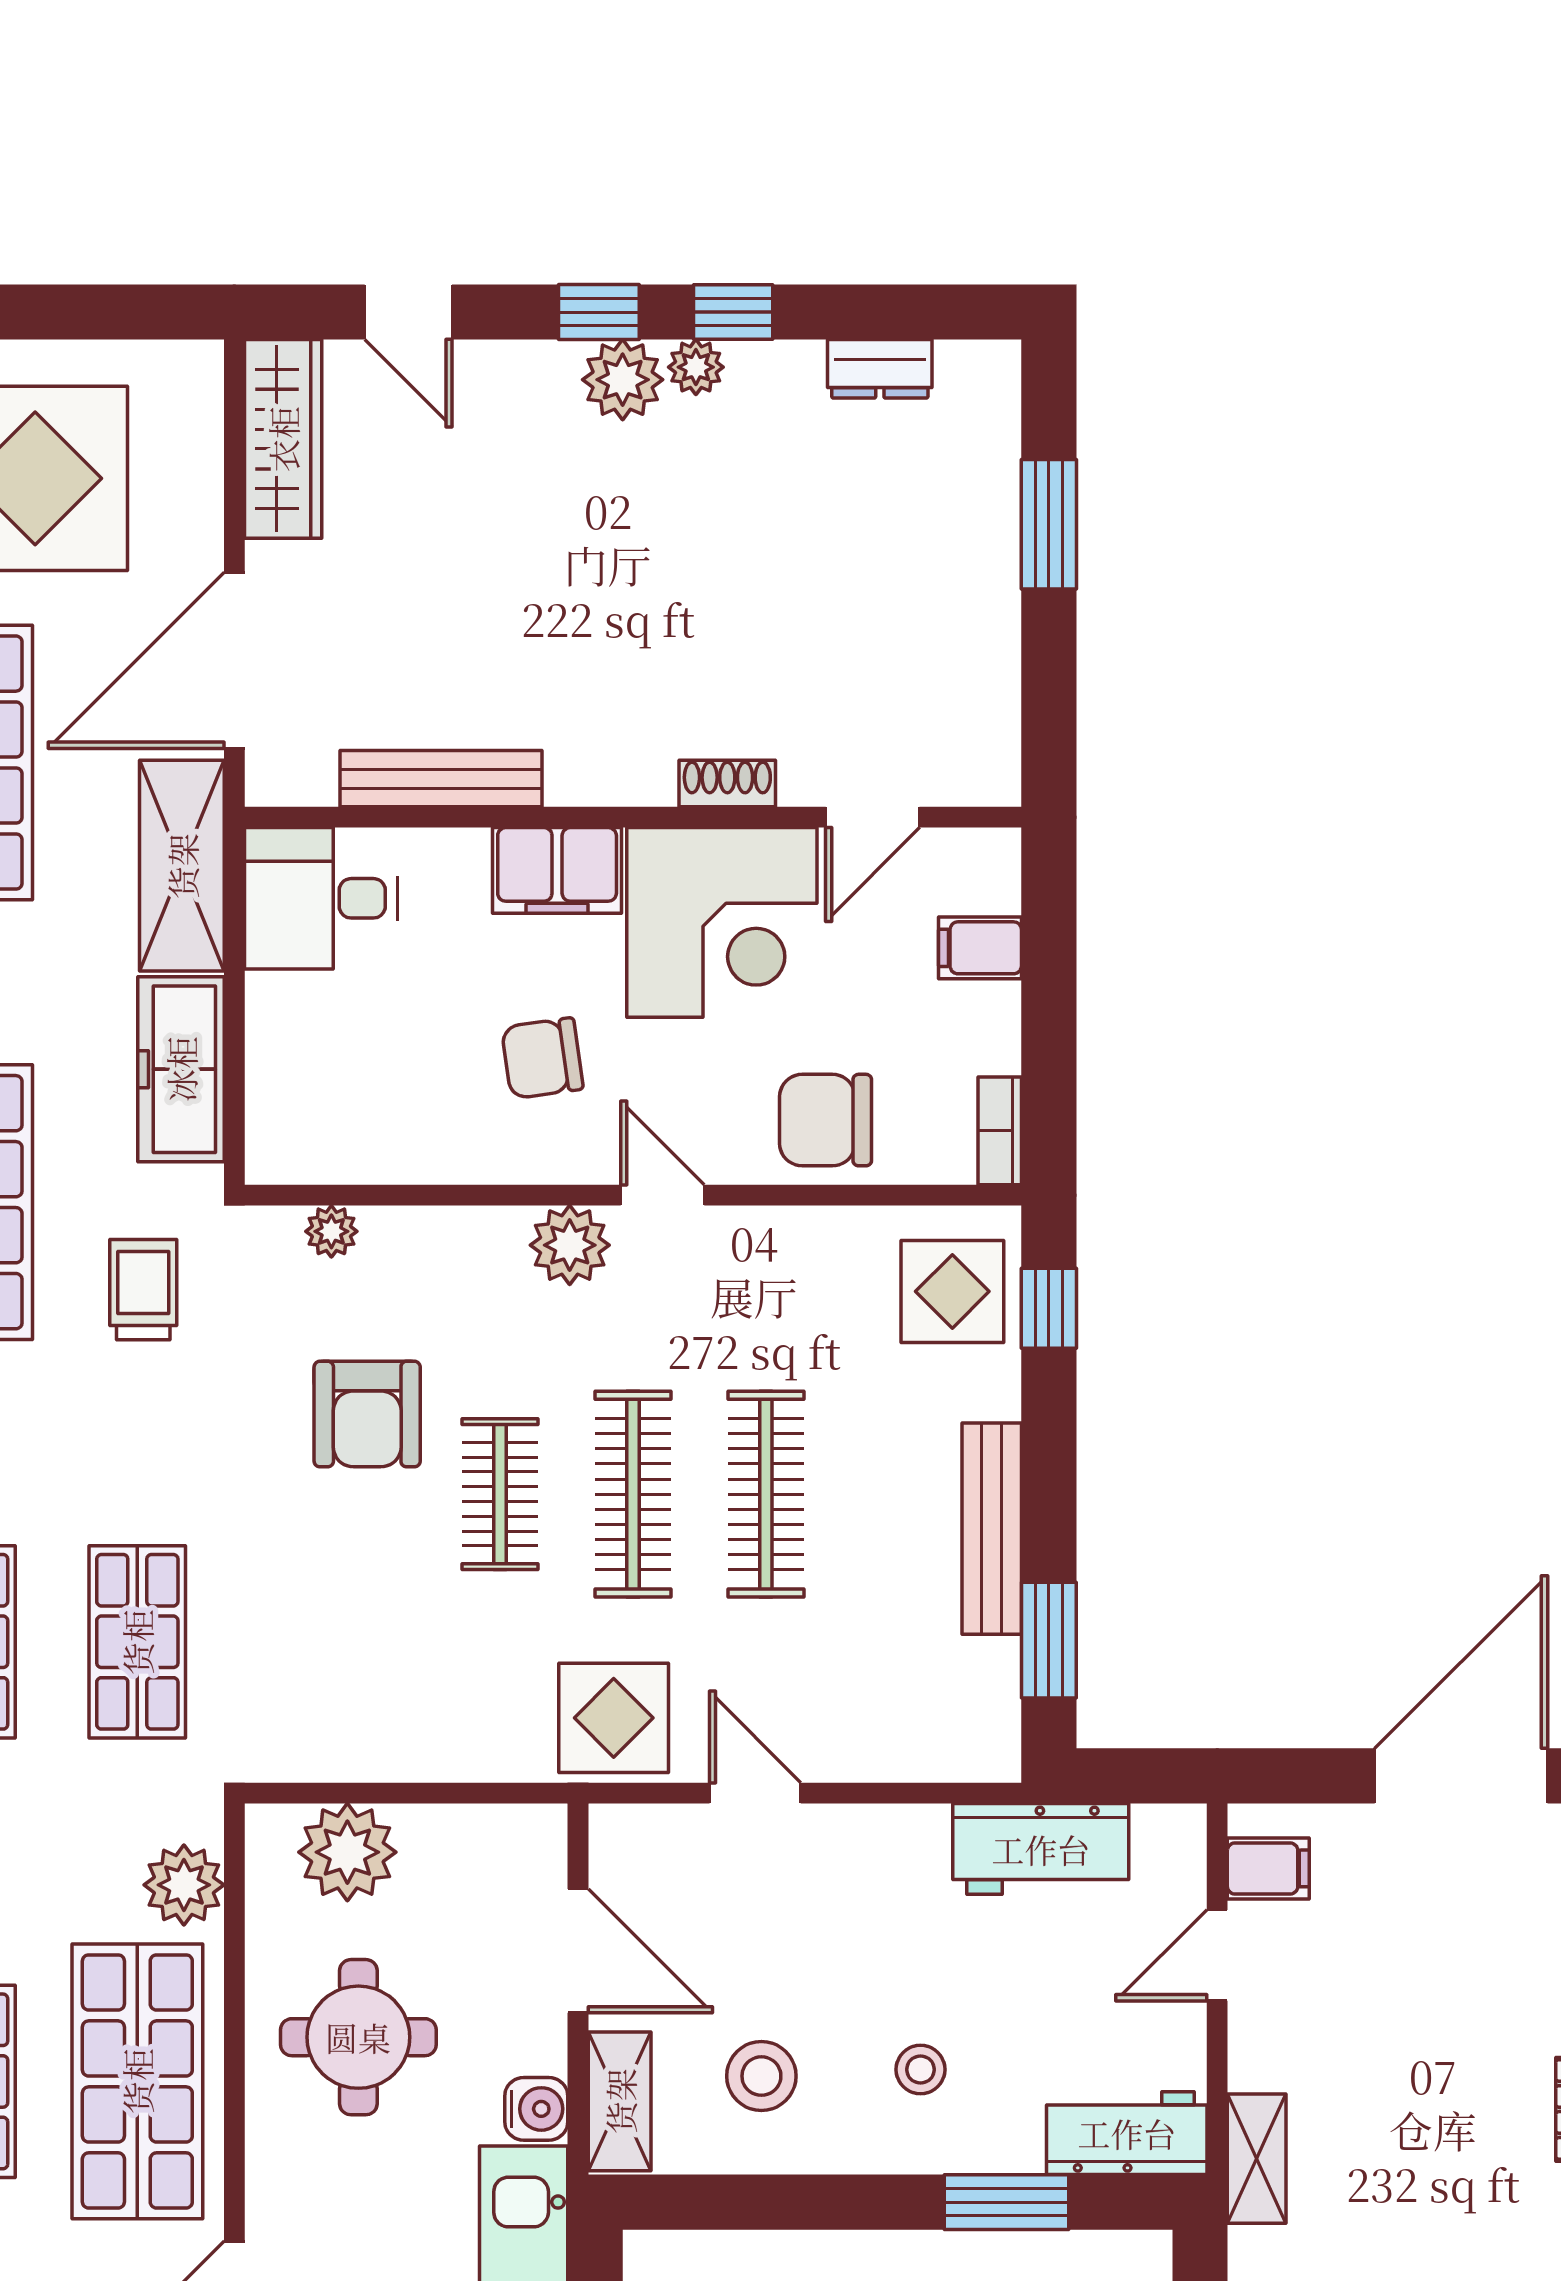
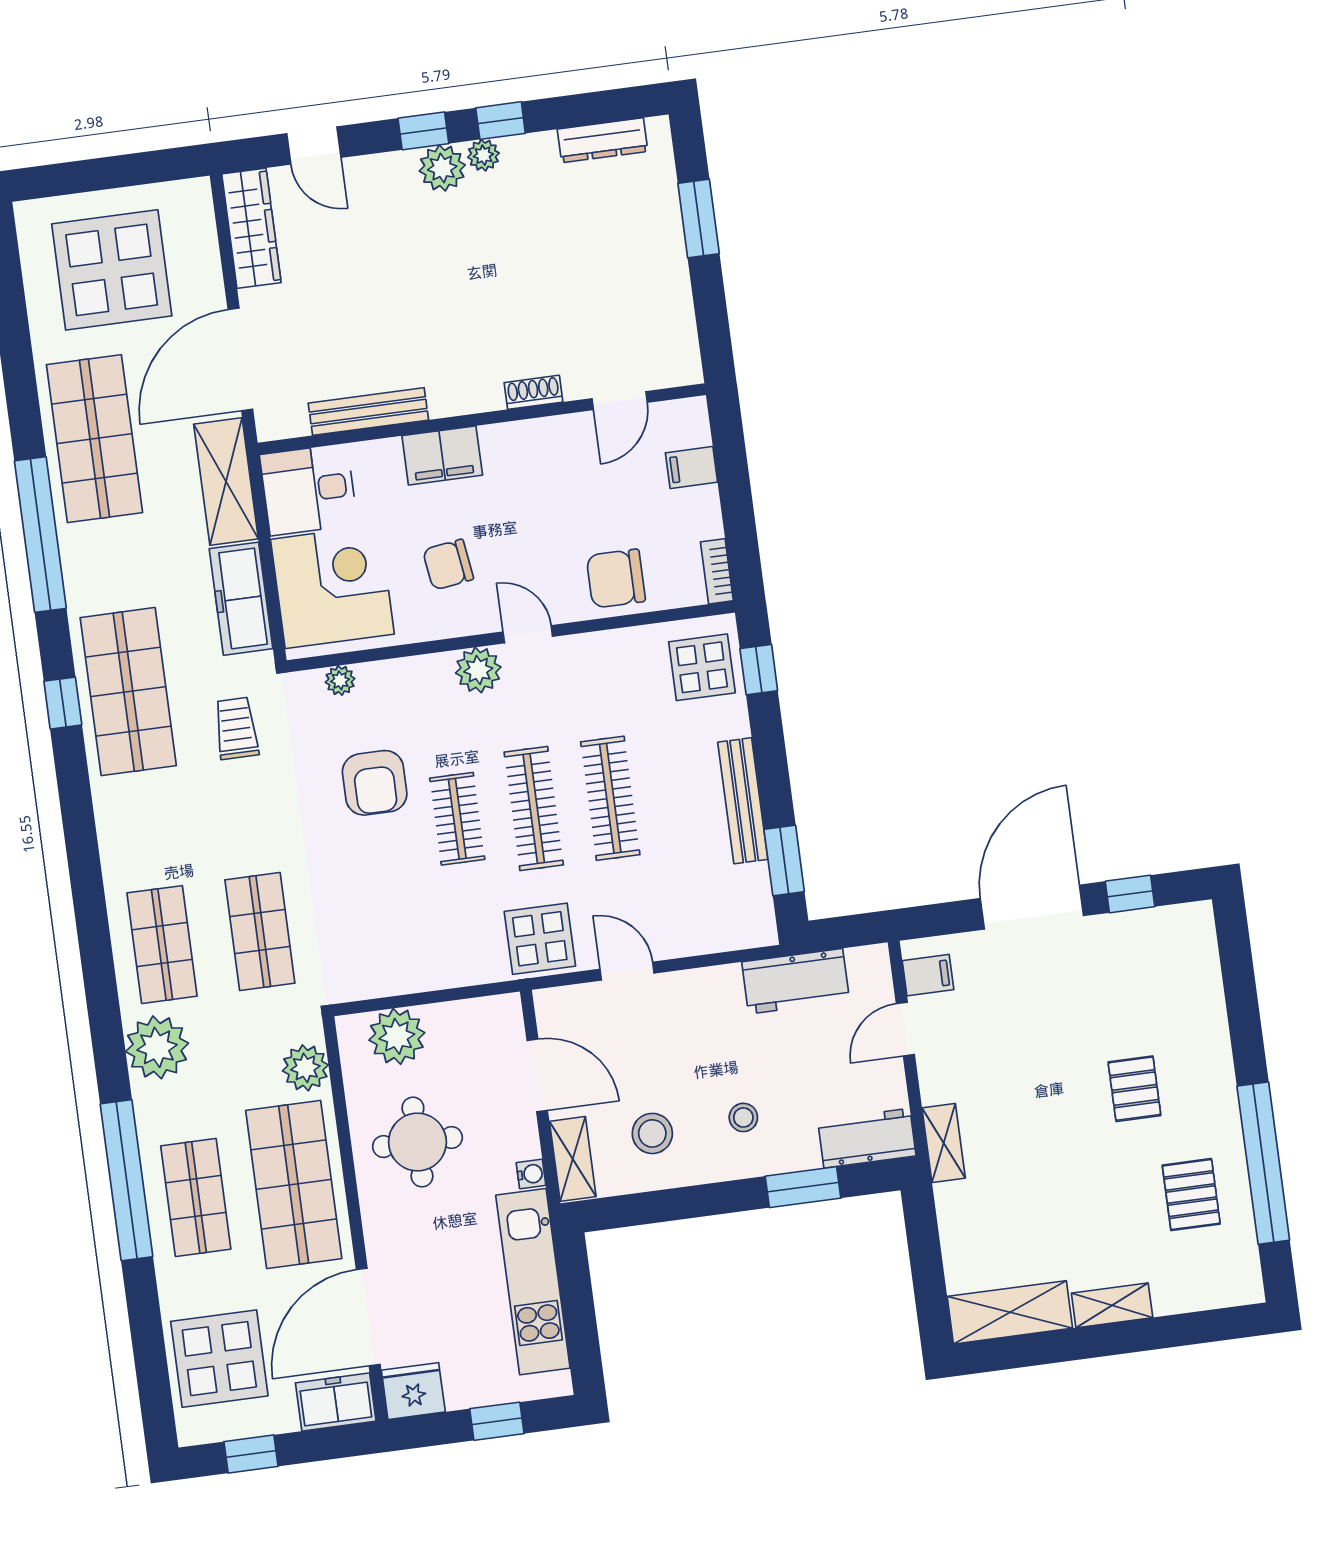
dresser: (880, 369) -> (603, 140), width x1.44
corner desk: (722, 922) -> (332, 587), moved, turned -90
water cooler: (536, 2109) -> (531, 1174), width x0.72, depth x0.72

